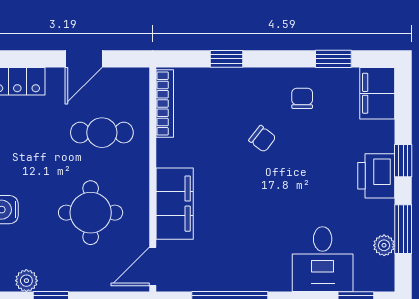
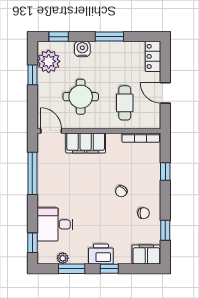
plant: (26, 281) -> (49, 61), width x1.88, depth x1.88

